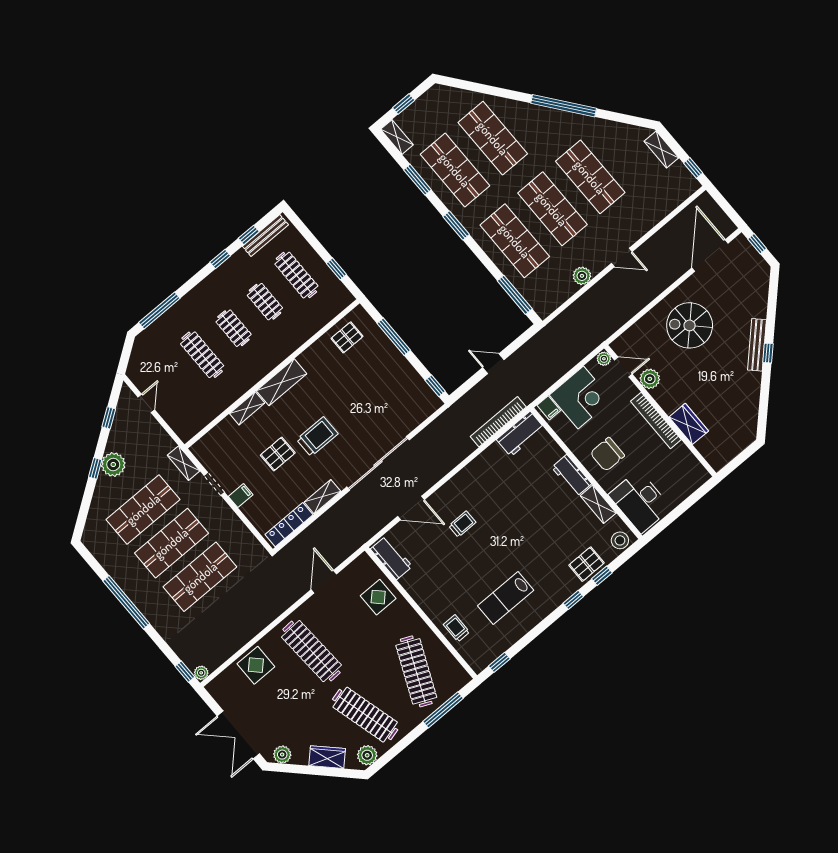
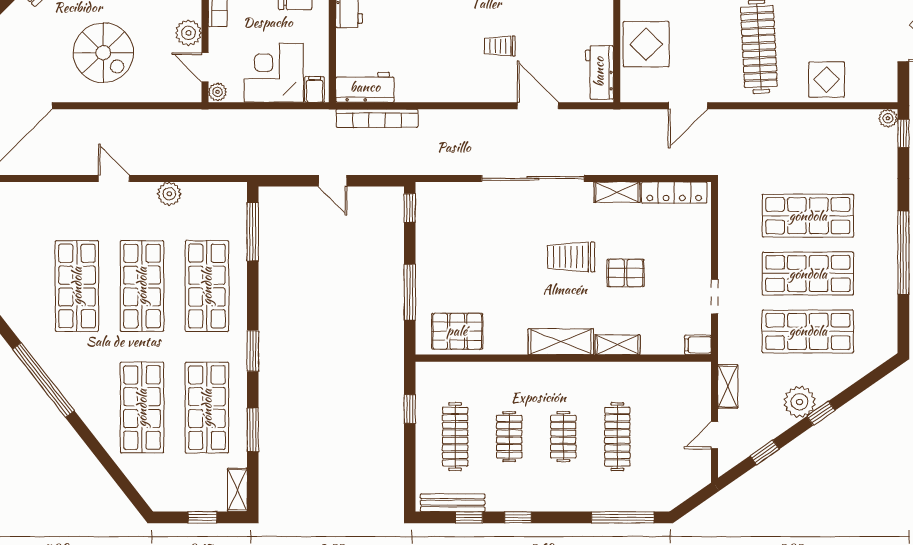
pallet: (347, 337) -> (457, 331), width x1.50, depth x1.42
shelving: (184, 463) -> (728, 386), moved
filing cabinet: (241, 496) -> (698, 345), moved
display table: (378, 597) -> (646, 44), width x1.36, depth x1.36

